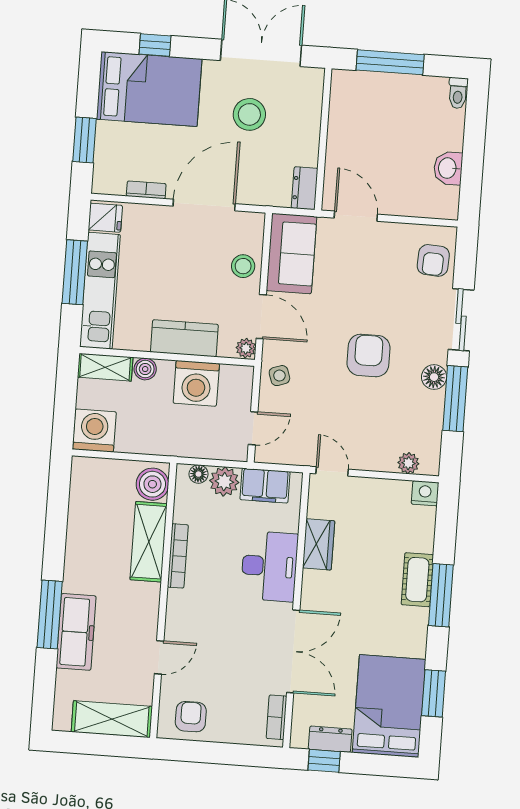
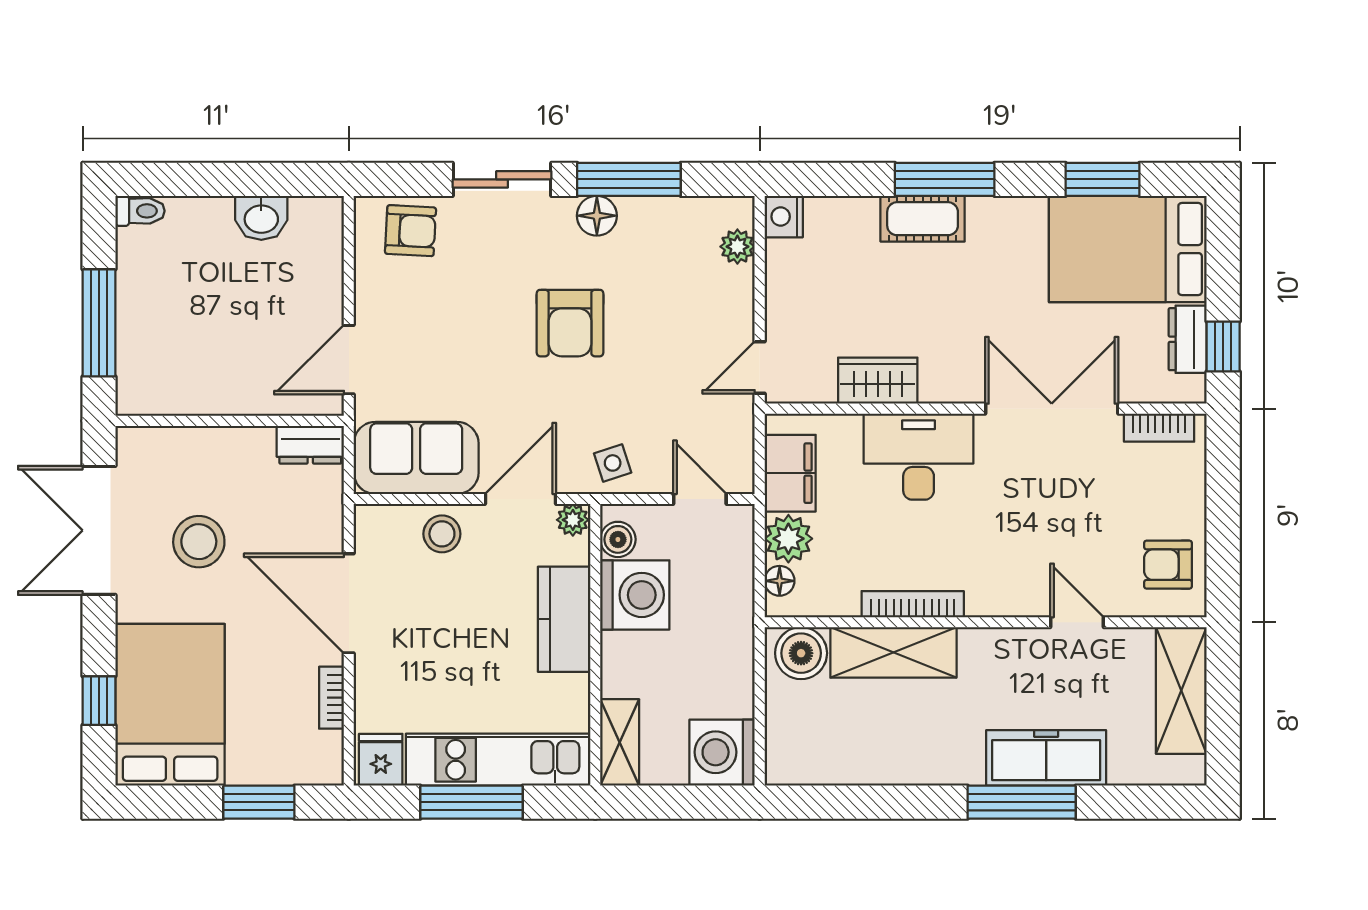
armchair: (368, 355) -> (570, 323), turned -90
boiler: (145, 369) -> (618, 539), moved

